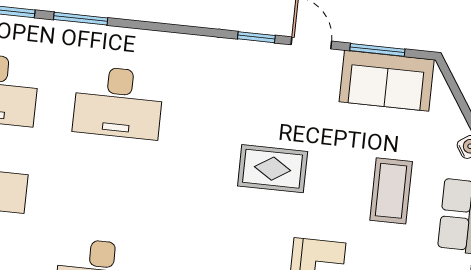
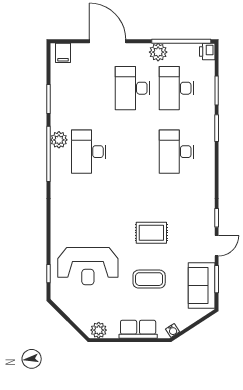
rug: (273, 169) -> (151, 233), turned 90
coffee table: (391, 191) -> (149, 279), moved

